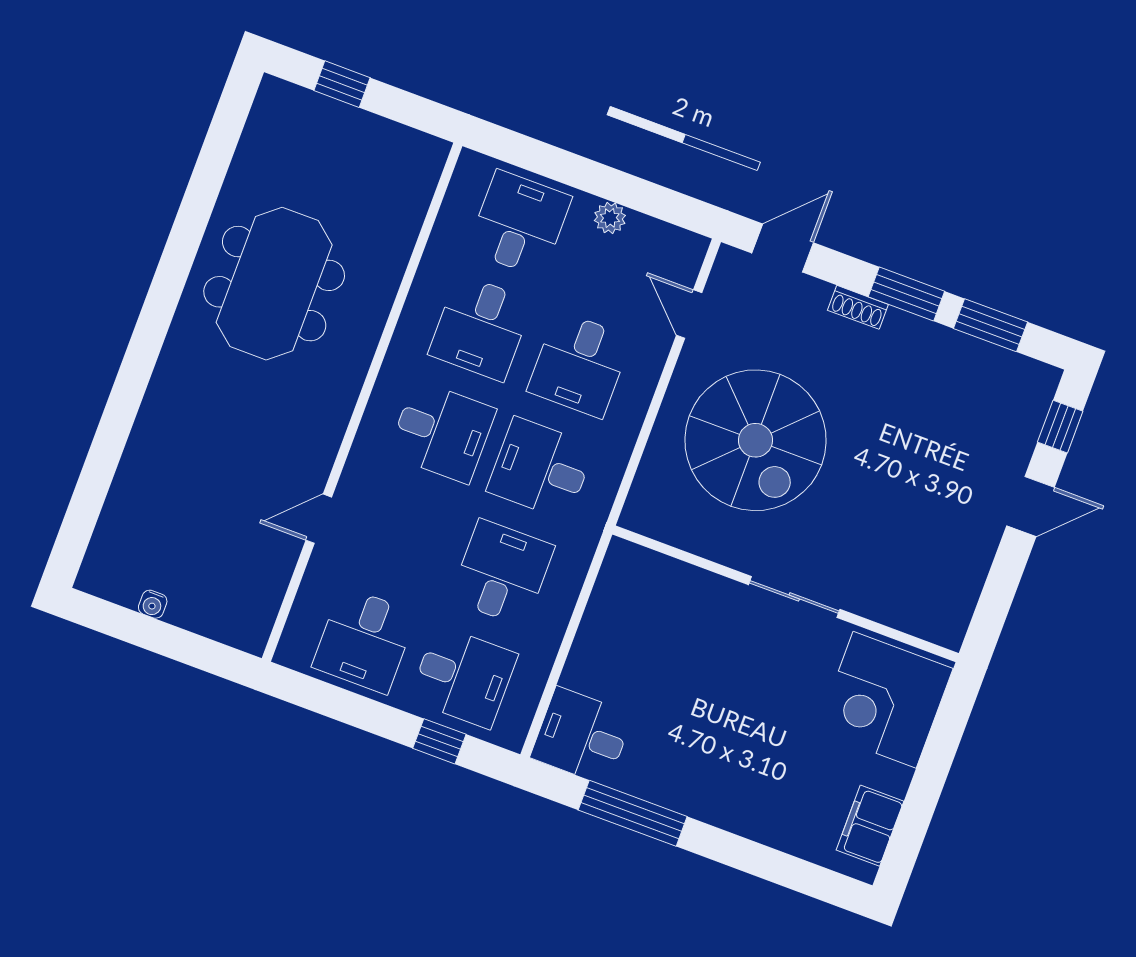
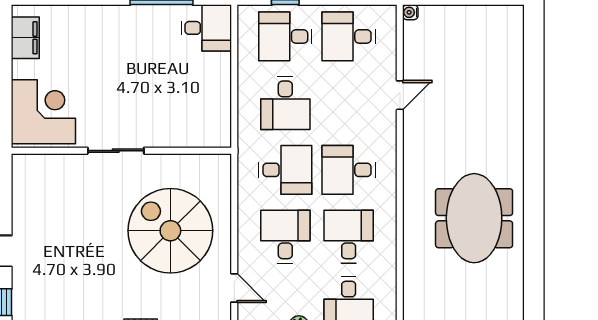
water cooler: (153, 604) -> (410, 12), moved, turned -90
desk: (364, 640) -> (349, 36), turned -90

